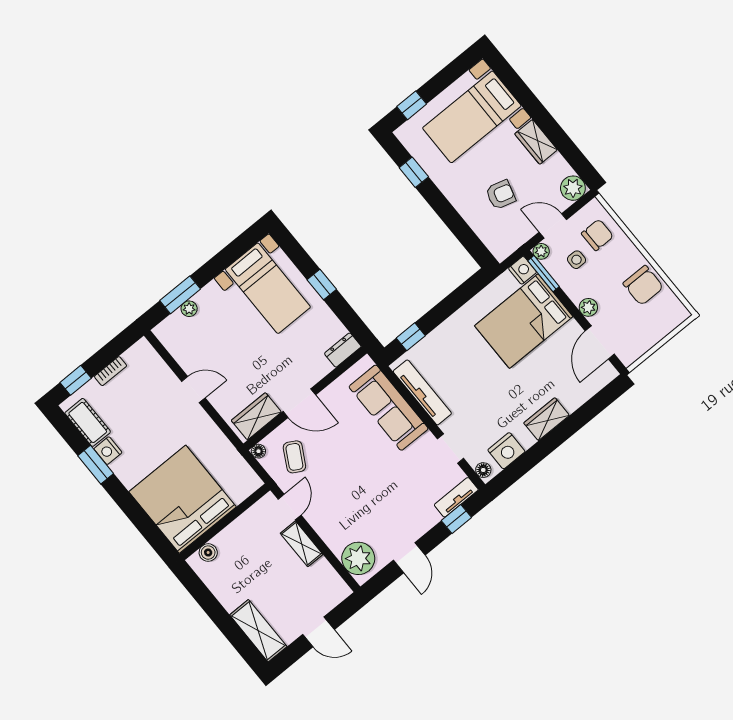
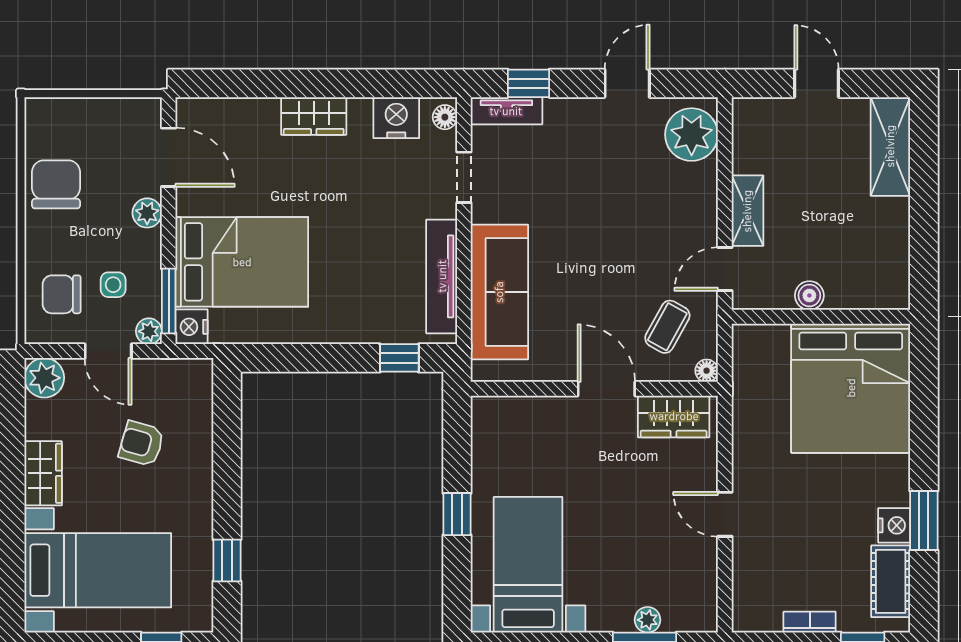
door: (600, 342) -> (169, 157), hinge flipped
dresser: (343, 350) -> (498, 411), removed
boiler: (208, 553) -> (809, 295), moved

